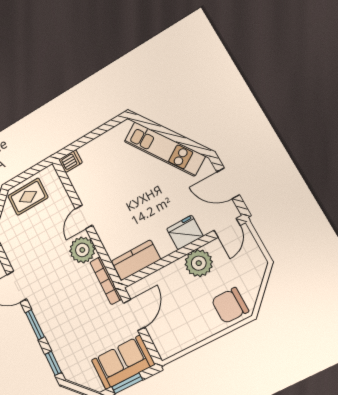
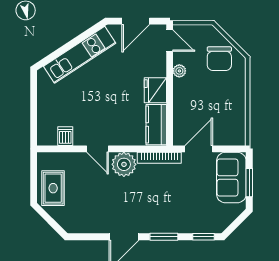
dishwasher: (70, 161) -> (65, 136), moved
fridge: (185, 232) -> (155, 90), moved
plant: (199, 263) -> (179, 71), width x0.53, depth x0.53
chair: (230, 306) -> (219, 59), moved
door: (134, 315) -> (199, 149), hinge flipped

